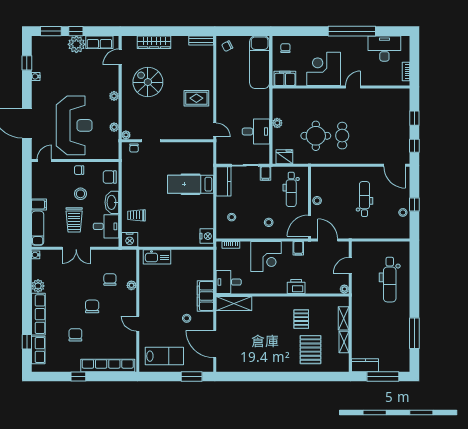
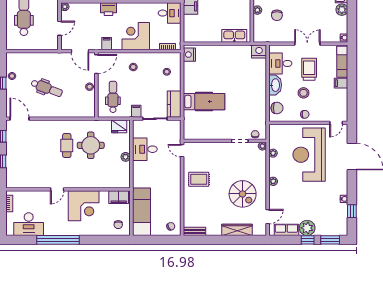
dental chair: (364, 199) -> (47, 88), turned -69
trolley: (136, 215) -> (253, 73), removed

